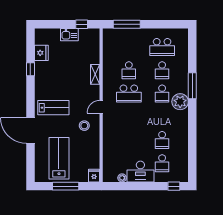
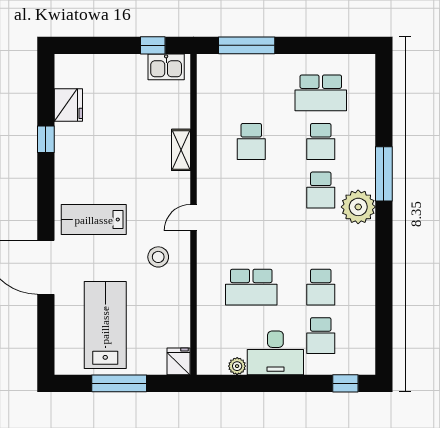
kitchen sink: (69, 35) -> (166, 67), moved
school desk: (129, 94) -> (251, 287), moved
lab bench: (53, 108) -> (94, 220), turned 180

